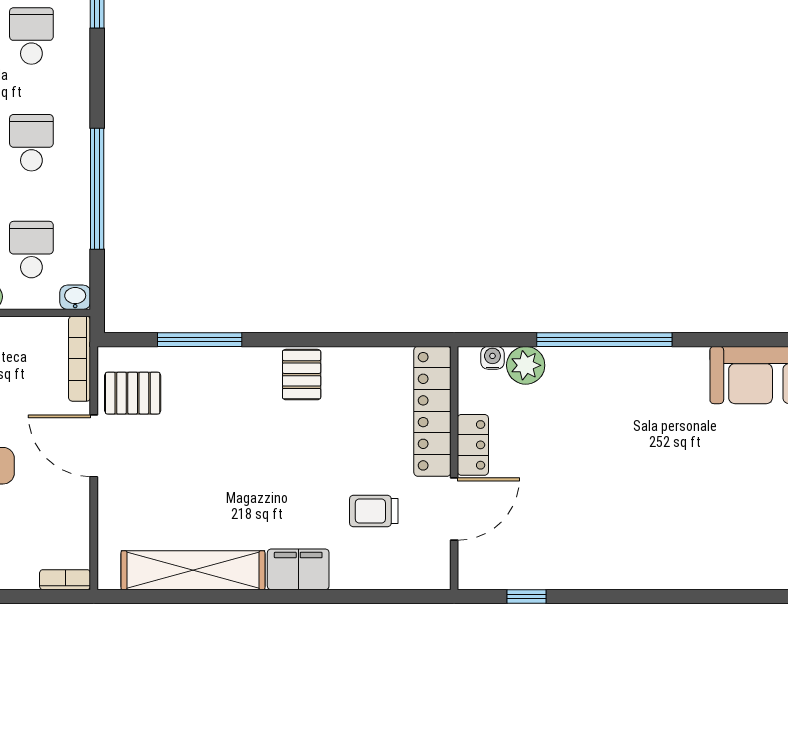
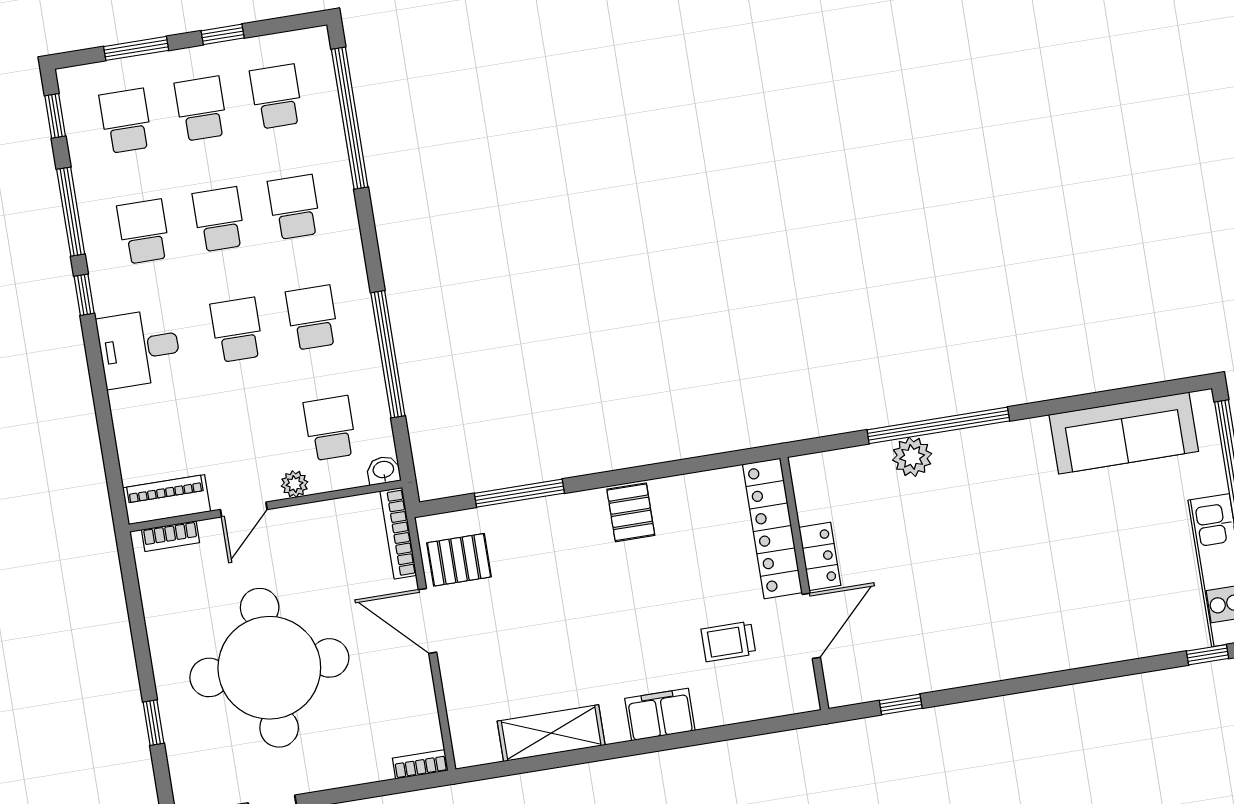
water cooler: (492, 358) -> (826, 463), removed
plant: (526, 365) -> (912, 457), moved
shelving: (193, 570) -> (551, 733), width x0.68

